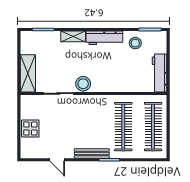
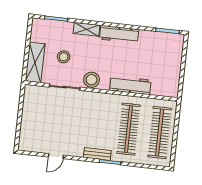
stool: (135, 43) -> (64, 57), moved
workbench: (160, 73) -> (130, 85), moved, turned 90
display table: (30, 129) -> (31, 120), removed
bench: (92, 154) -> (97, 154), width x0.73
door: (57, 160) -> (56, 156), hinge flipped

